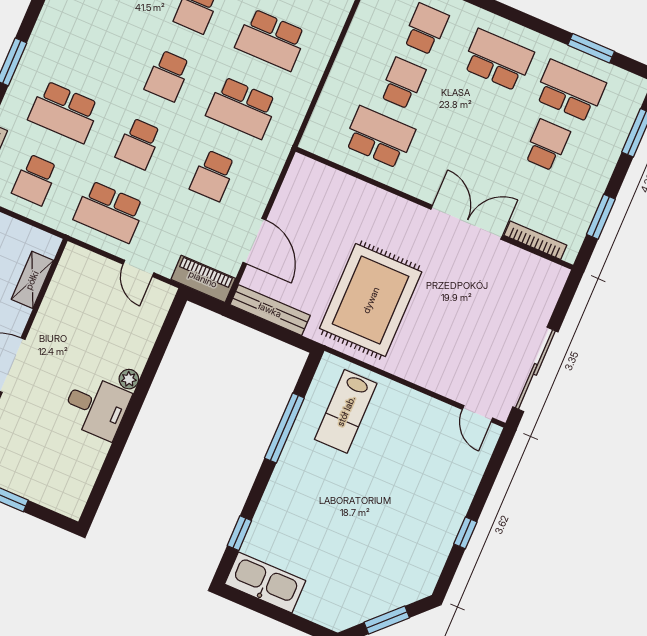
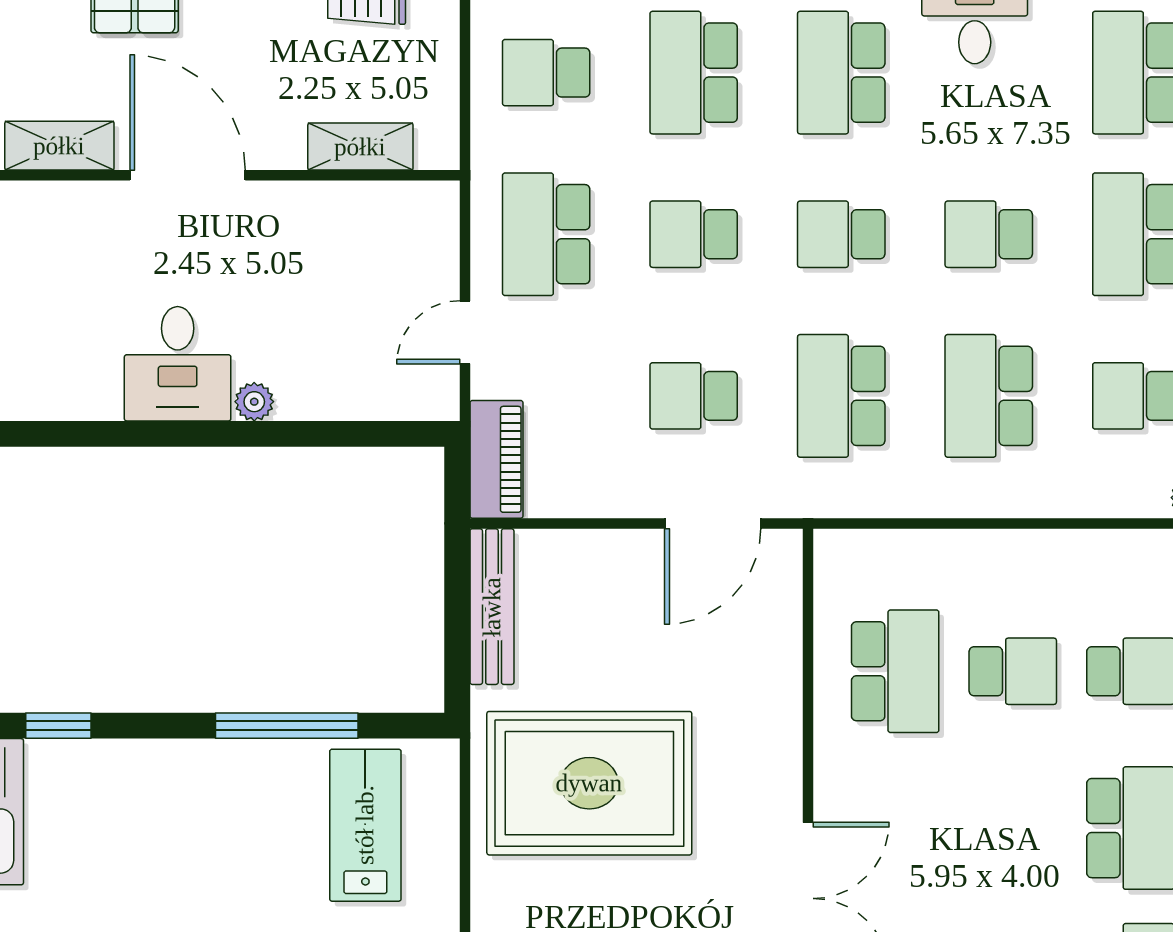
school desk: (93, 44) -> (841, 73), added
door: (254, 241) -> (713, 523), moved
lab bench: (346, 411) -> (365, 825), turned 90

